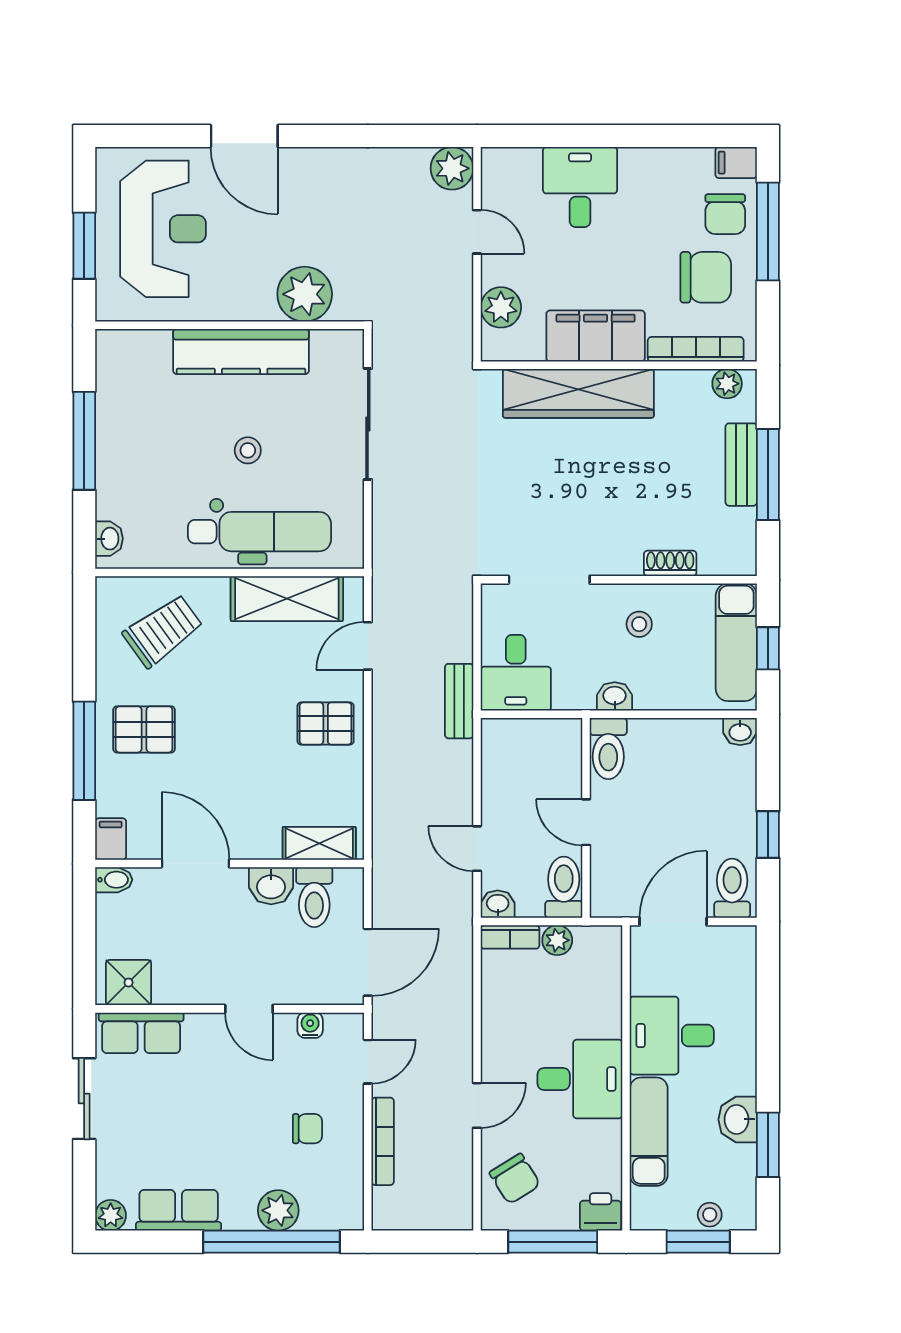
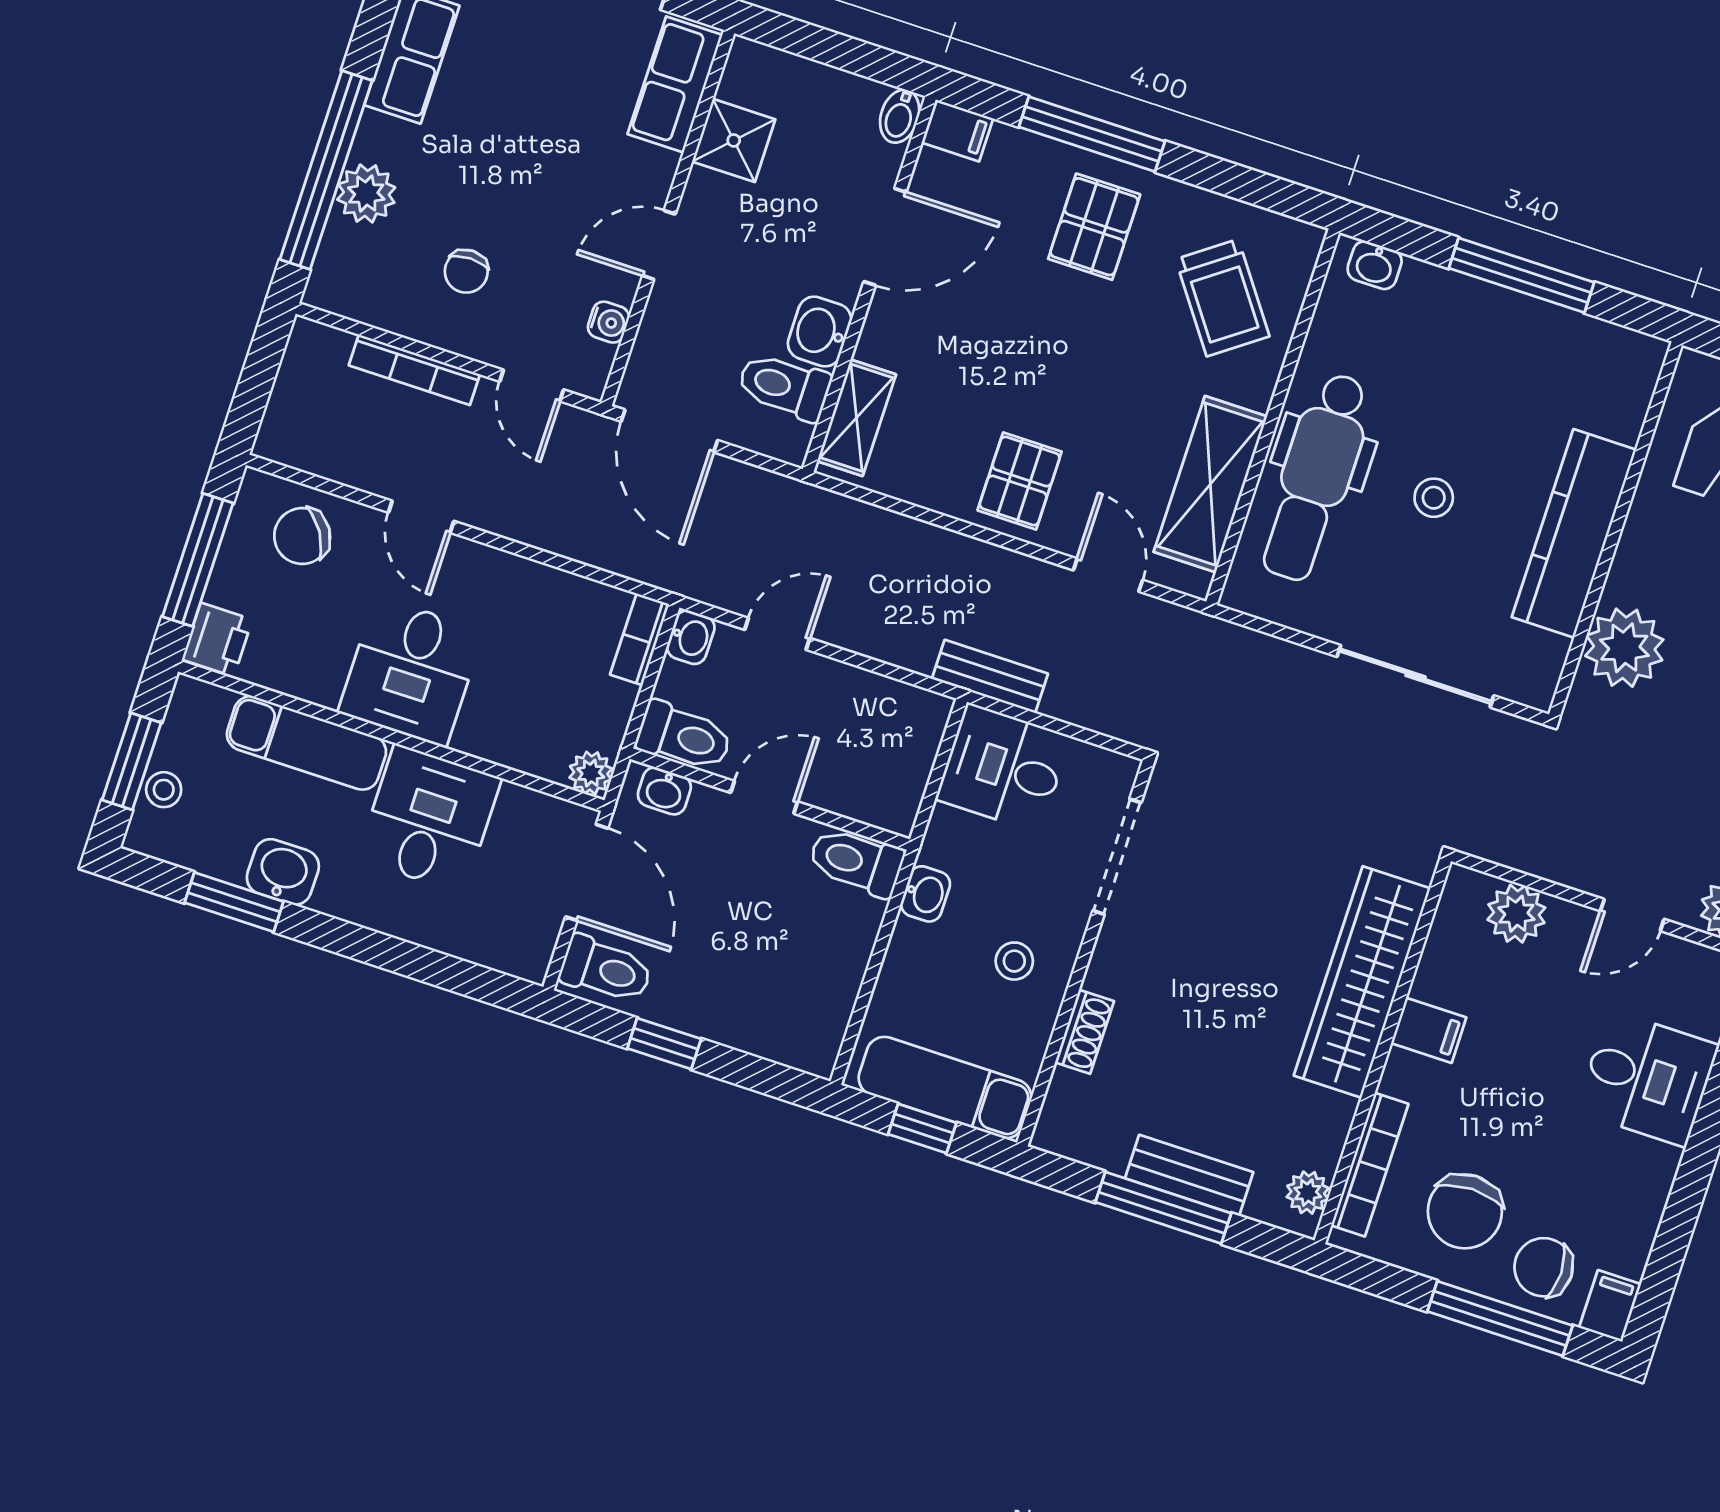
filing cabinet: (596, 336) -> (1429, 1030), width x0.33, depth x0.86
washbasin: (740, 732) -> (664, 791), moved, turned -90
plant: (557, 940) -> (591, 773), moved
shower: (129, 983) -> (734, 140), moved

